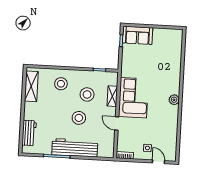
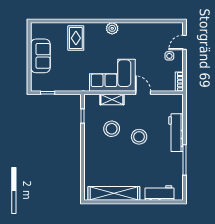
sofa: (137, 35) -> (40, 56), moved
rug: (167, 68) -> (76, 38), added
stool: (61, 84) -> (101, 159), removed
shelving: (31, 86) -> (114, 193), width x1.47
door: (117, 123) -> (143, 93), swing flipped
workbench: (75, 148) -> (176, 133), width x0.73, depth x0.76

